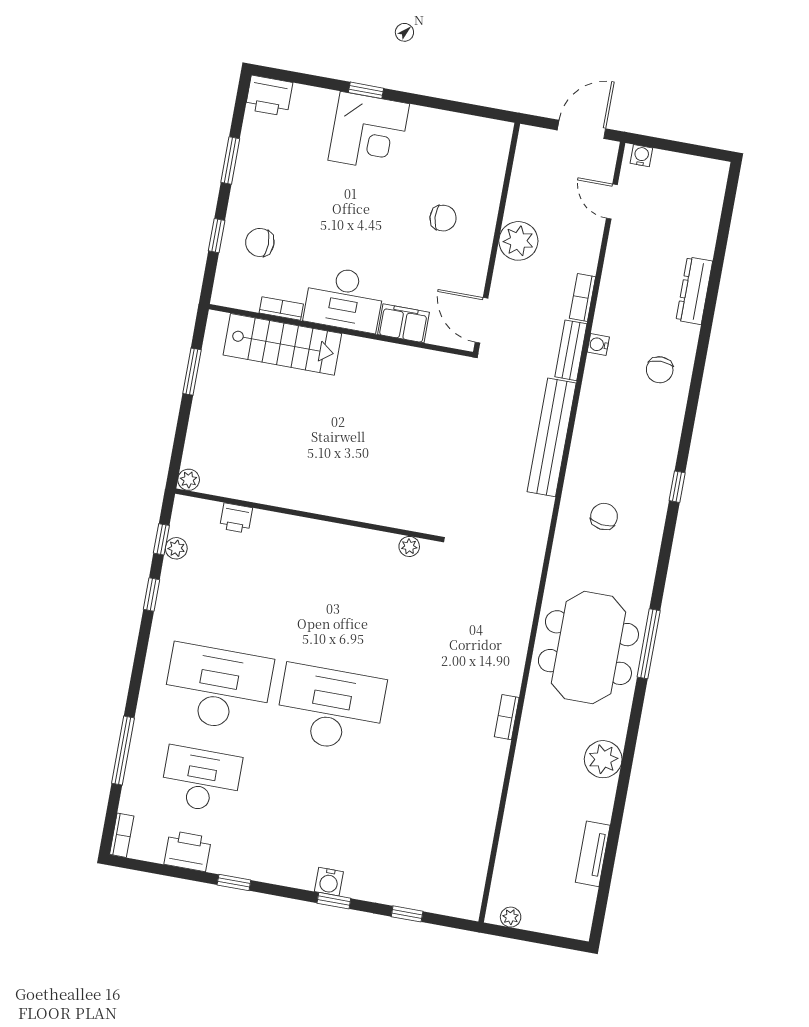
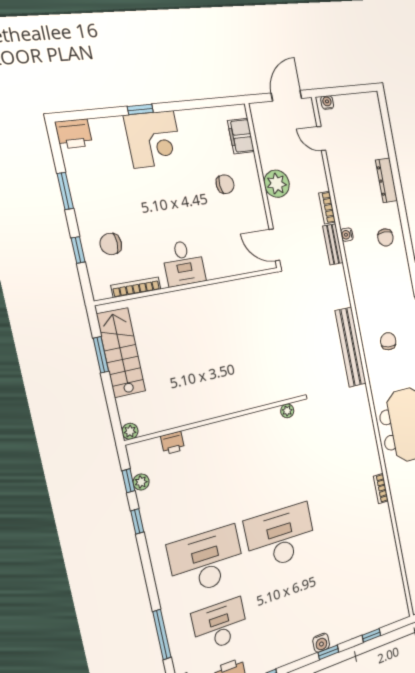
desk: (344, 299) -> (184, 263), width x0.73
bookcase: (281, 309) -> (136, 287), width x1.56
filing cabinet: (403, 323) -> (241, 136), moved, turned -90
stairs: (282, 344) -> (121, 353), moved, turned -90
bench: (552, 437) -> (351, 347), moved

